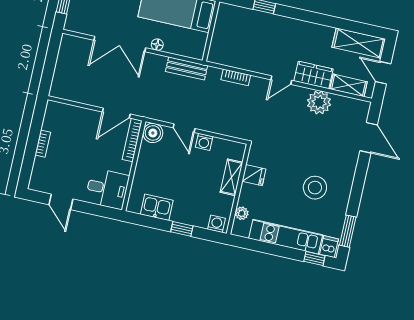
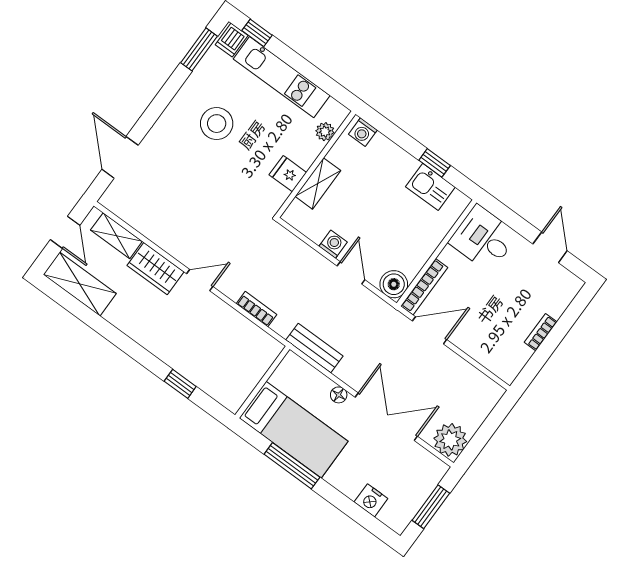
plant: (319, 102) -> (450, 440), moved
window: (182, 229) -> (435, 163), moved

